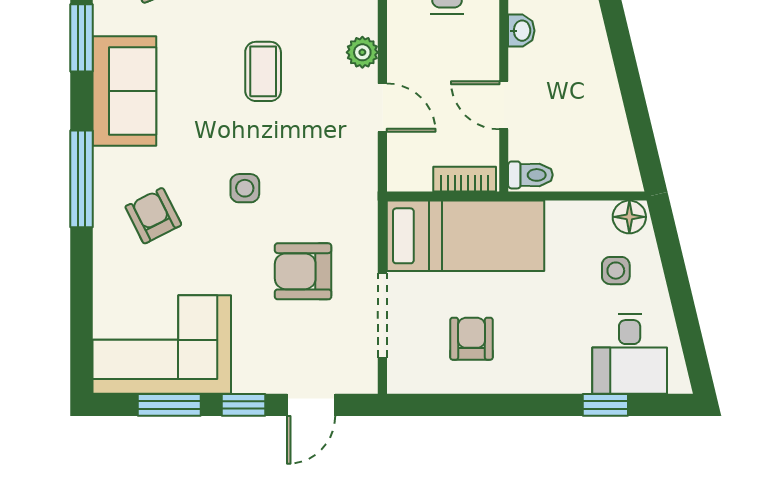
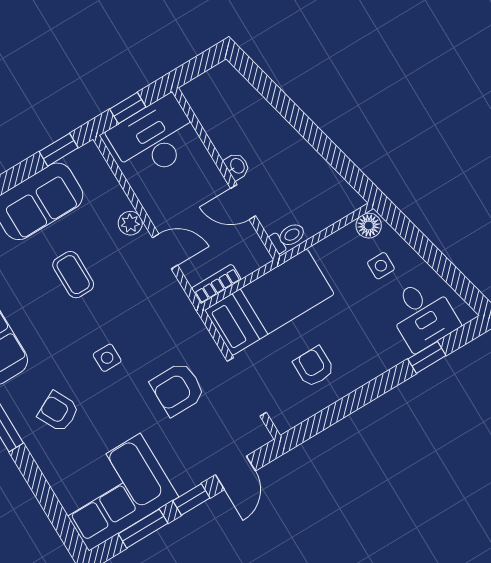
washbasin: (521, 31) -> (237, 166), moved
bookcase: (465, 179) -> (216, 284), moved

